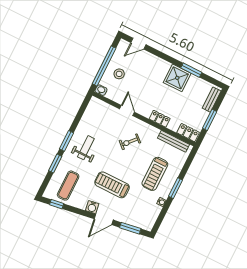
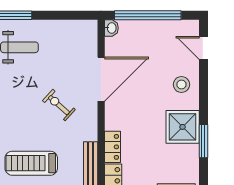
stool: (119, 74) -> (181, 85), moved
door: (127, 111) -> (101, 79), width x1.87
locker: (160, 119) -> (112, 147), moved

